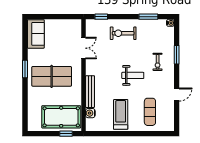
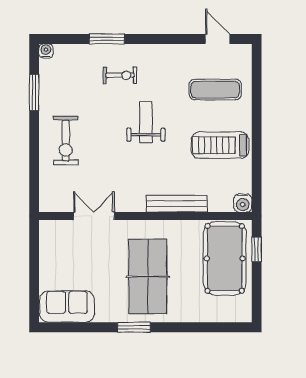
window: (101, 17) -> (34, 182), removed
door: (177, 94) -> (217, 39), moved
water cooler: (90, 113) -> (243, 203), moved

